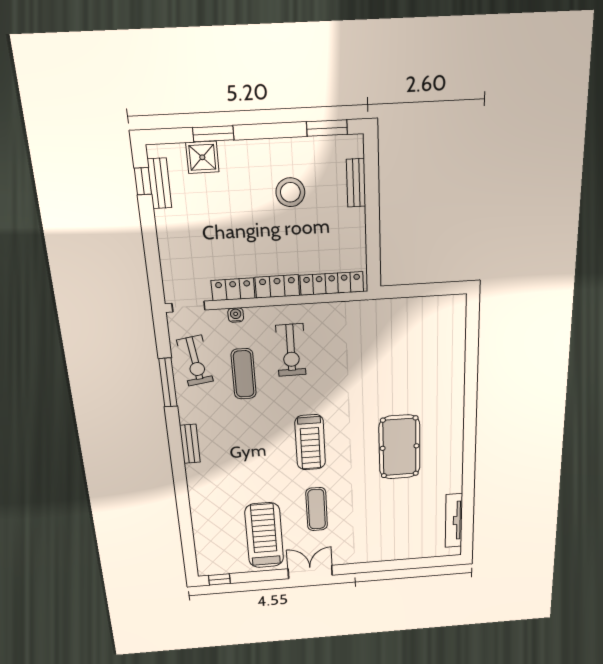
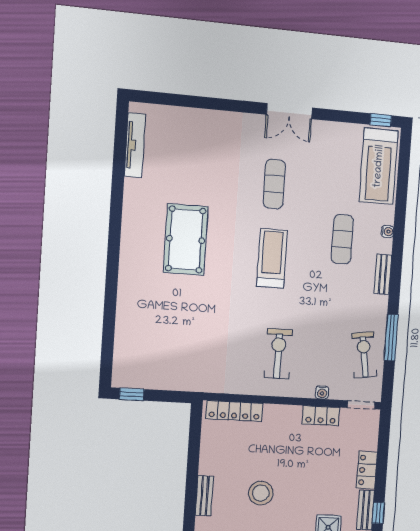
locker: (277, 286) -> (367, 470), moved, turned 90
window: (445, 289) -> (132, 394), added
exercise mat: (244, 374) -> (342, 239), moved
water cooler: (193, 485) -> (387, 231), added
treadmill: (264, 535) -> (379, 166), moved

